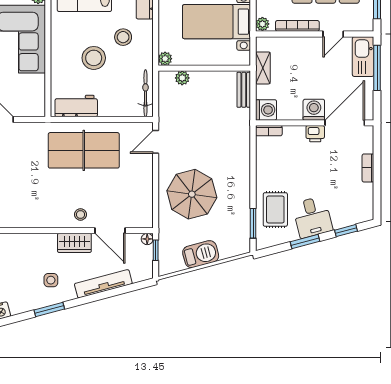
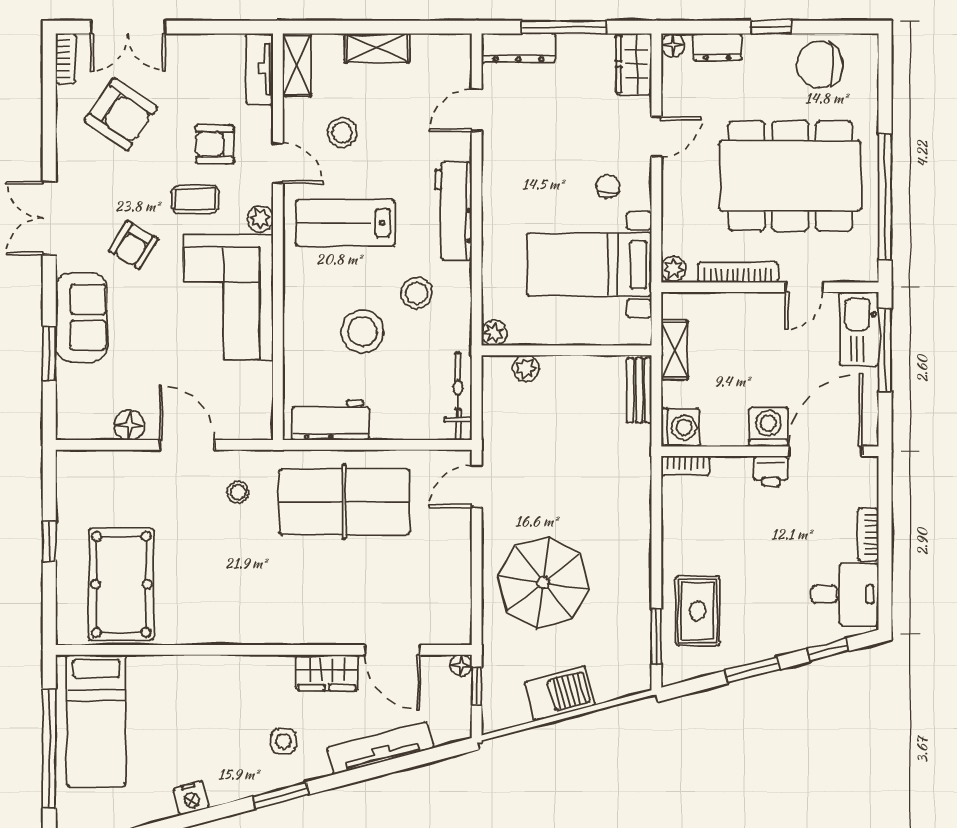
stool: (80, 214) -> (238, 492), moved
desk: (312, 217) -> (845, 594), moved, turned -75

